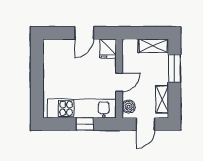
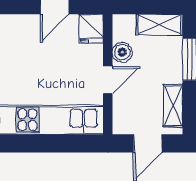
boiler: (129, 107) -> (122, 52), moved
window: (85, 124) -> (56, 143), removed

